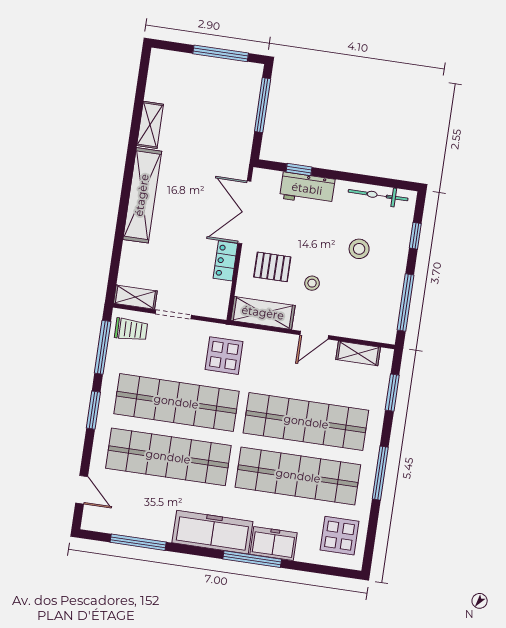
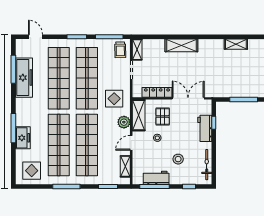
shelving: (150, 125) -> (236, 44), moved
shelving: (142, 195) -> (181, 45), width x0.68
locker: (225, 261) -> (157, 92), width x1.53
workbench: (389, 297) -> (156, 178), added
door: (314, 335) -> (131, 143), hinge flipped
plant: (272, 343) -> (124, 122), added
door: (82, 490) -> (36, 37), swing flipped
freezer: (212, 532) -> (24, 78), moved

